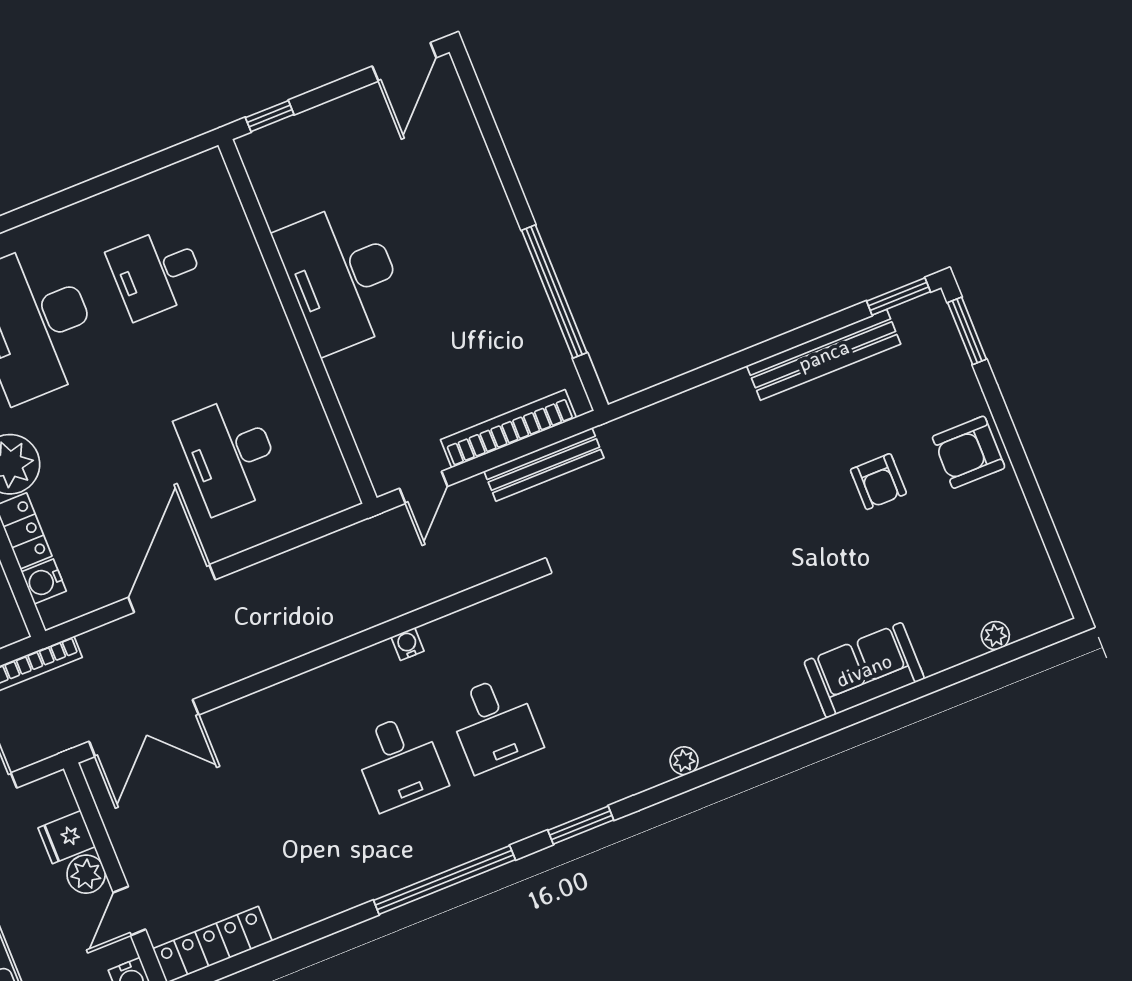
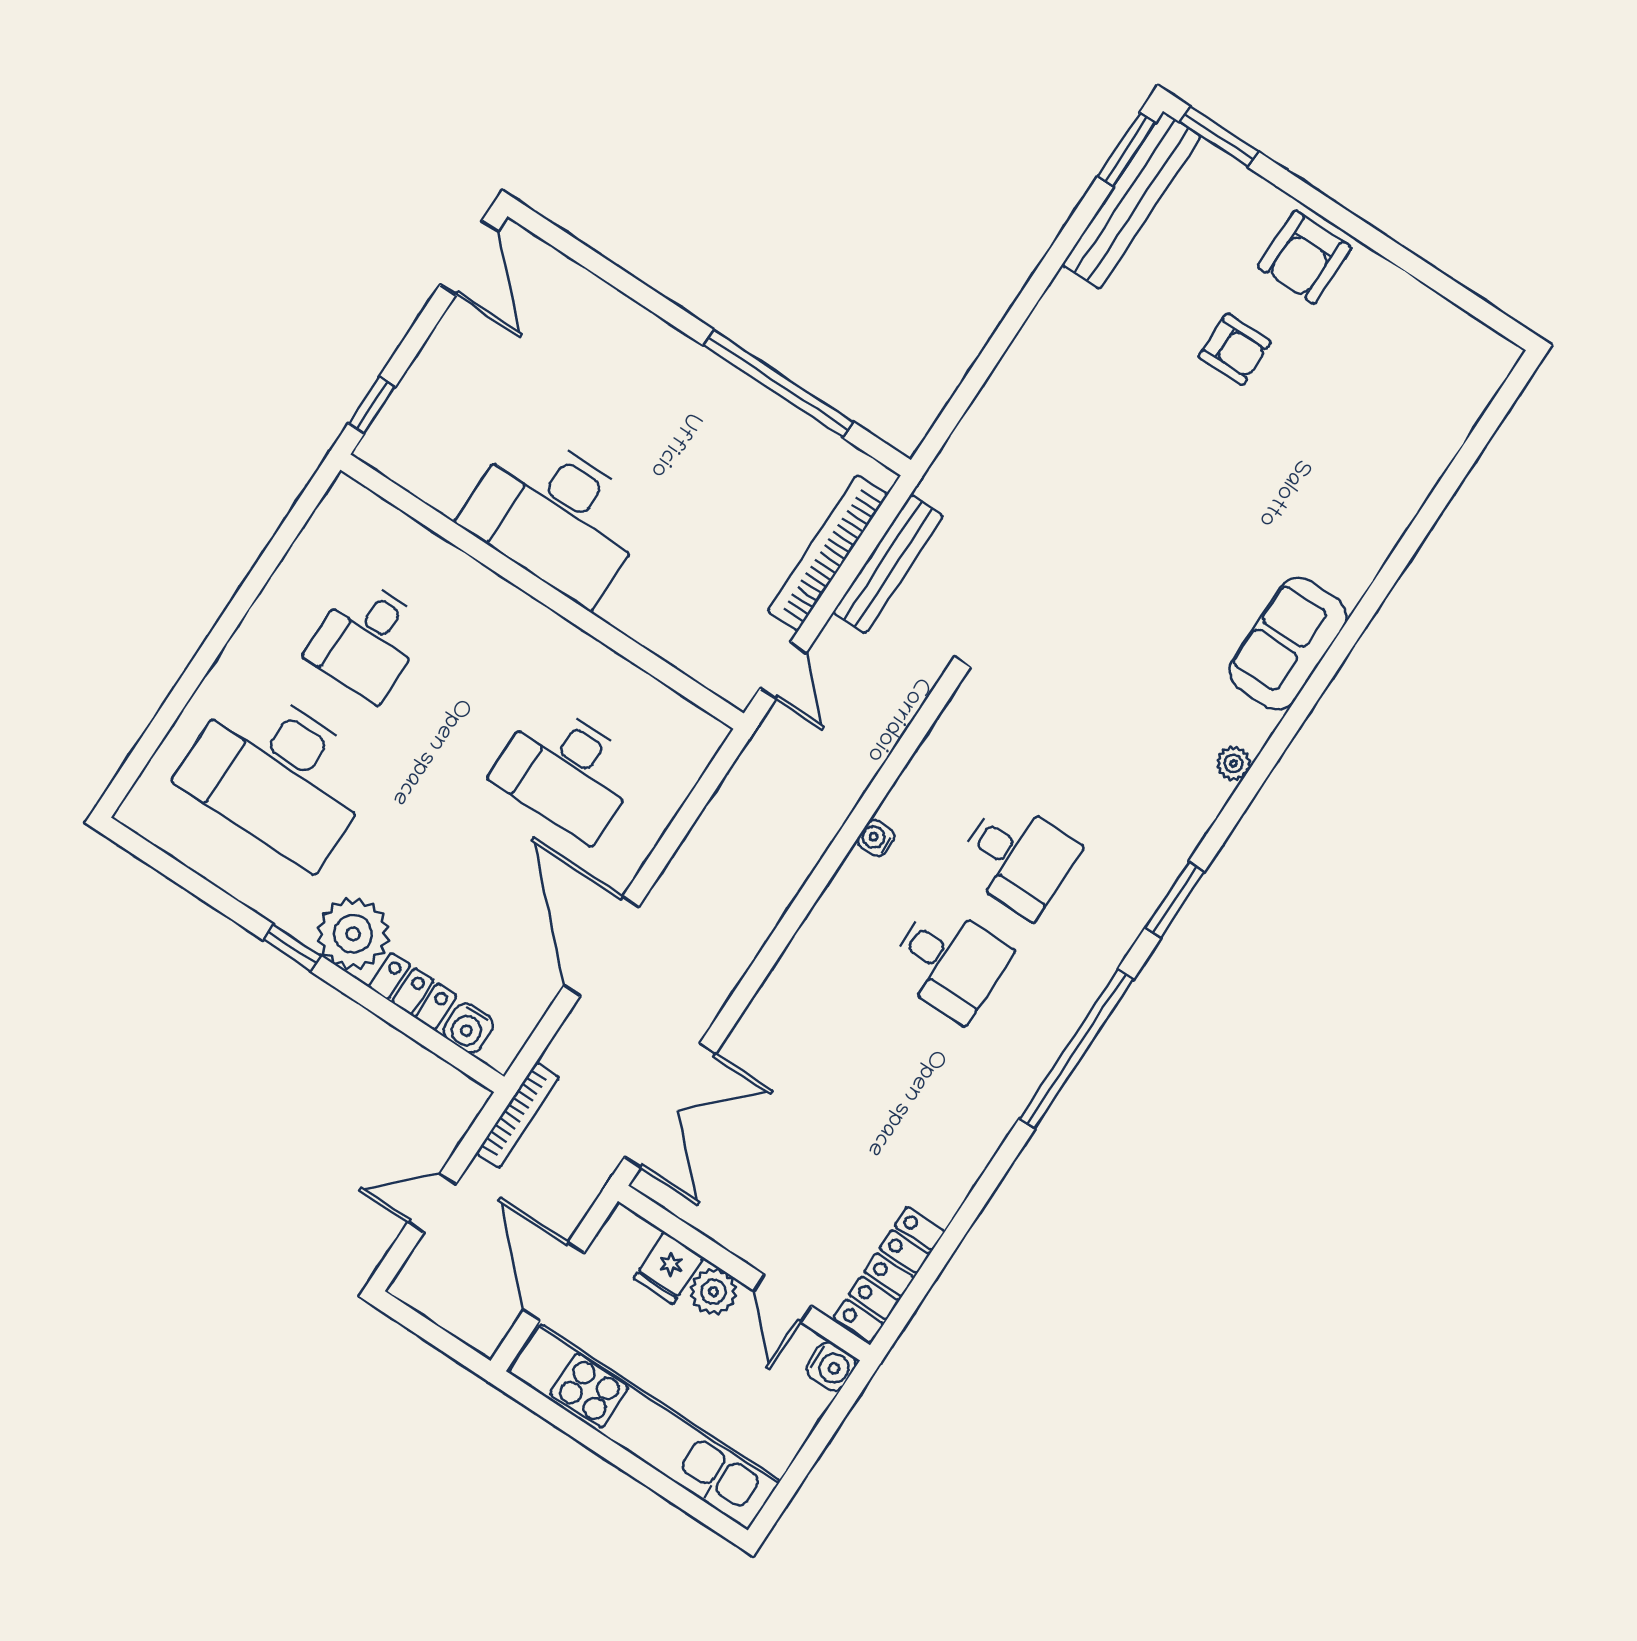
bench: (824, 355) -> (1131, 200), moved
plant: (995, 635) -> (1458, 422), removed
sofa: (864, 670) -> (1288, 643), moved

